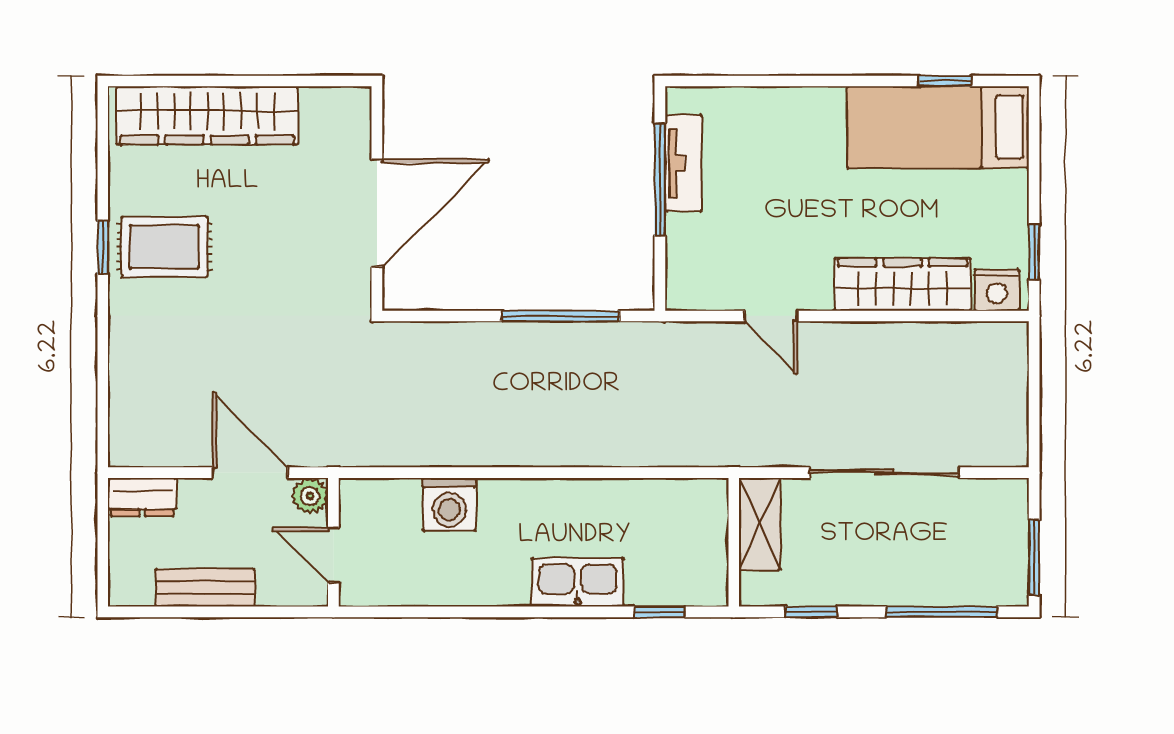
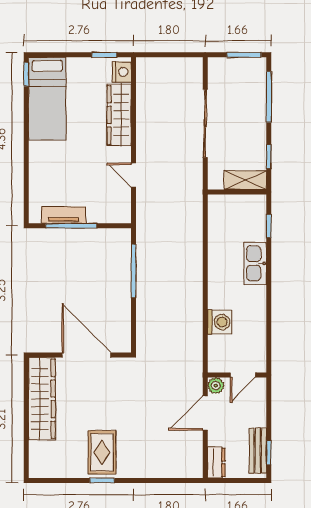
window: (945, 81) -> (26, 74), moved
wardrobe: (207, 116) -> (42, 399), moved
door: (771, 316) -> (134, 175), swing flipped
shelving: (760, 524) -> (245, 180), moved
bench: (205, 588) -> (258, 451), moved
window: (164, 612) -> (269, 453), added

